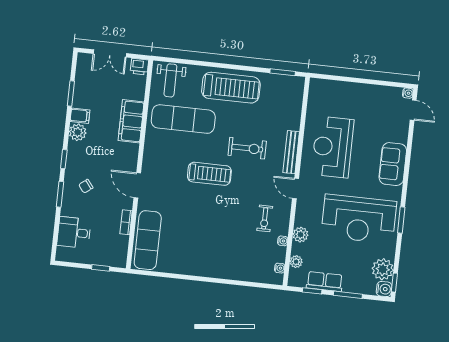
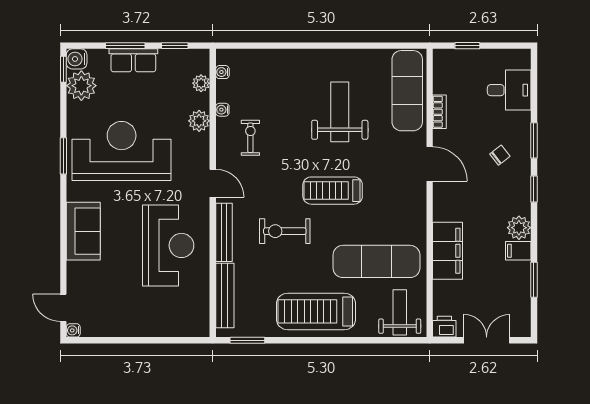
bench: (296, 106) -> (225, 296), added
weight bench: (198, 230) -> (340, 112), added
row of seats: (325, 282) -> (133, 60), moved

